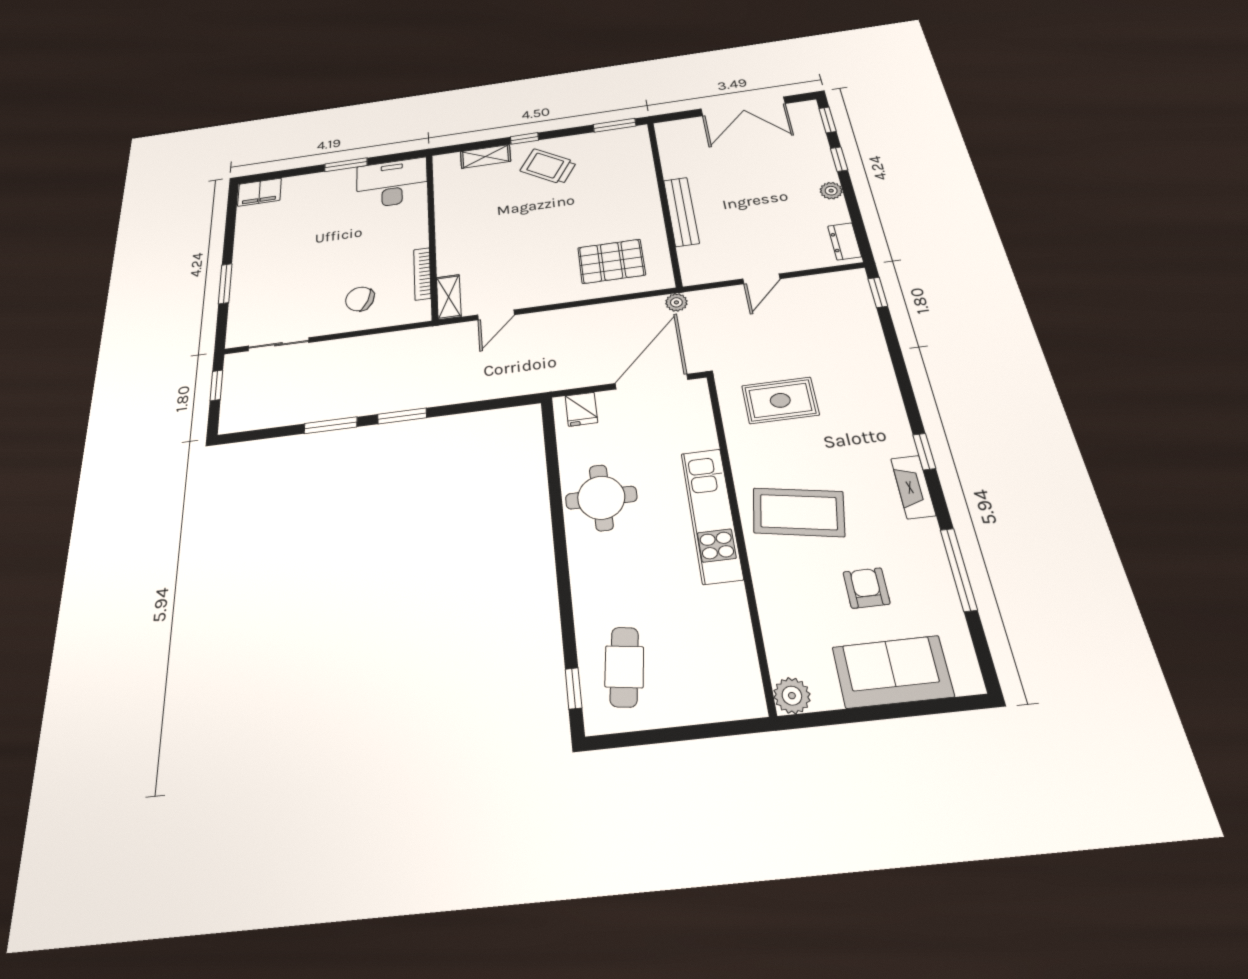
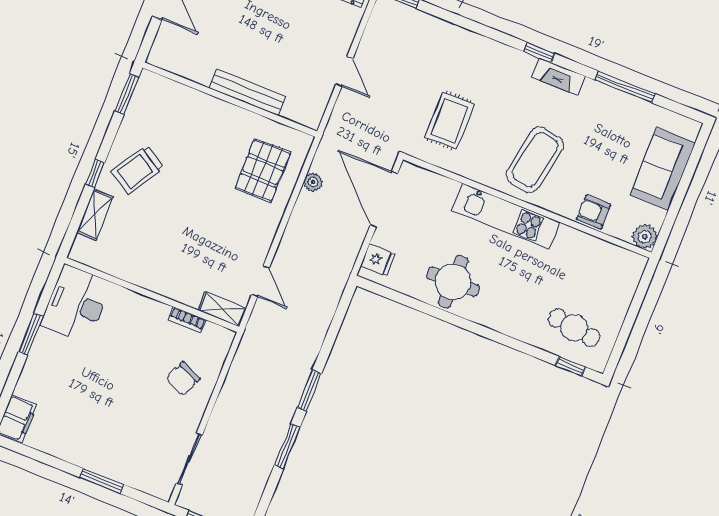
bookcase: (422, 274) -> (187, 320), width x0.64
plant: (676, 302) -> (313, 182), moved
armchair: (866, 588) -> (594, 212), moved

